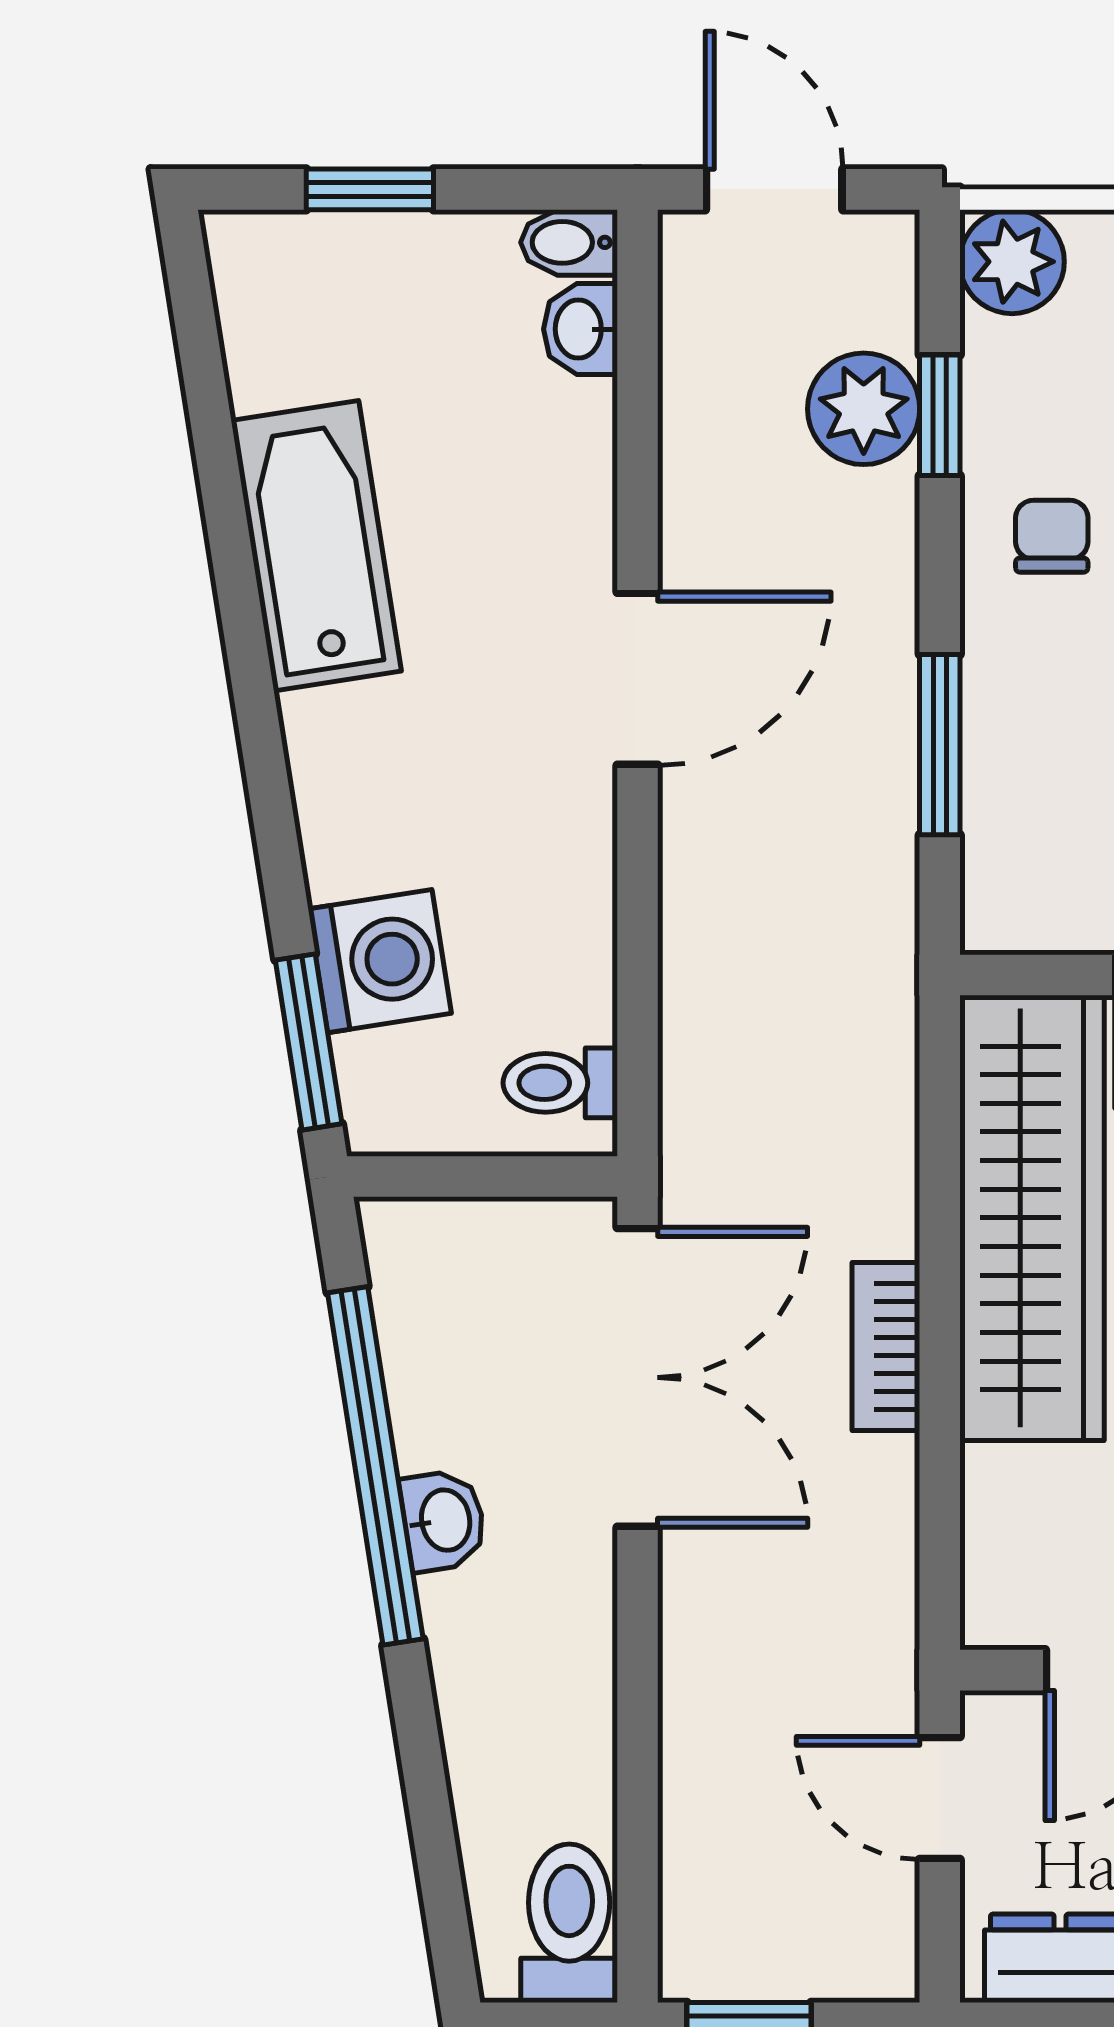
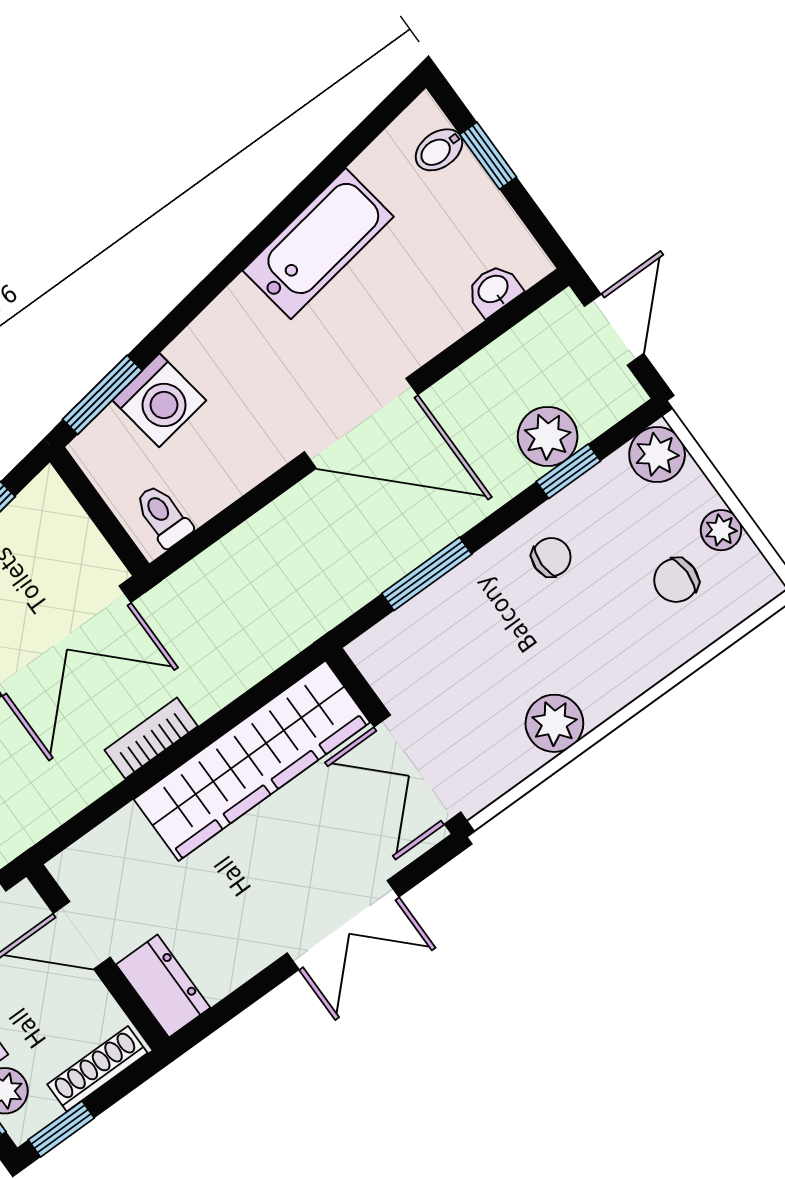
bidet: (569, 242) -> (439, 150), moved, turned -90
door: (638, 679) -> (361, 423), width x1.36

